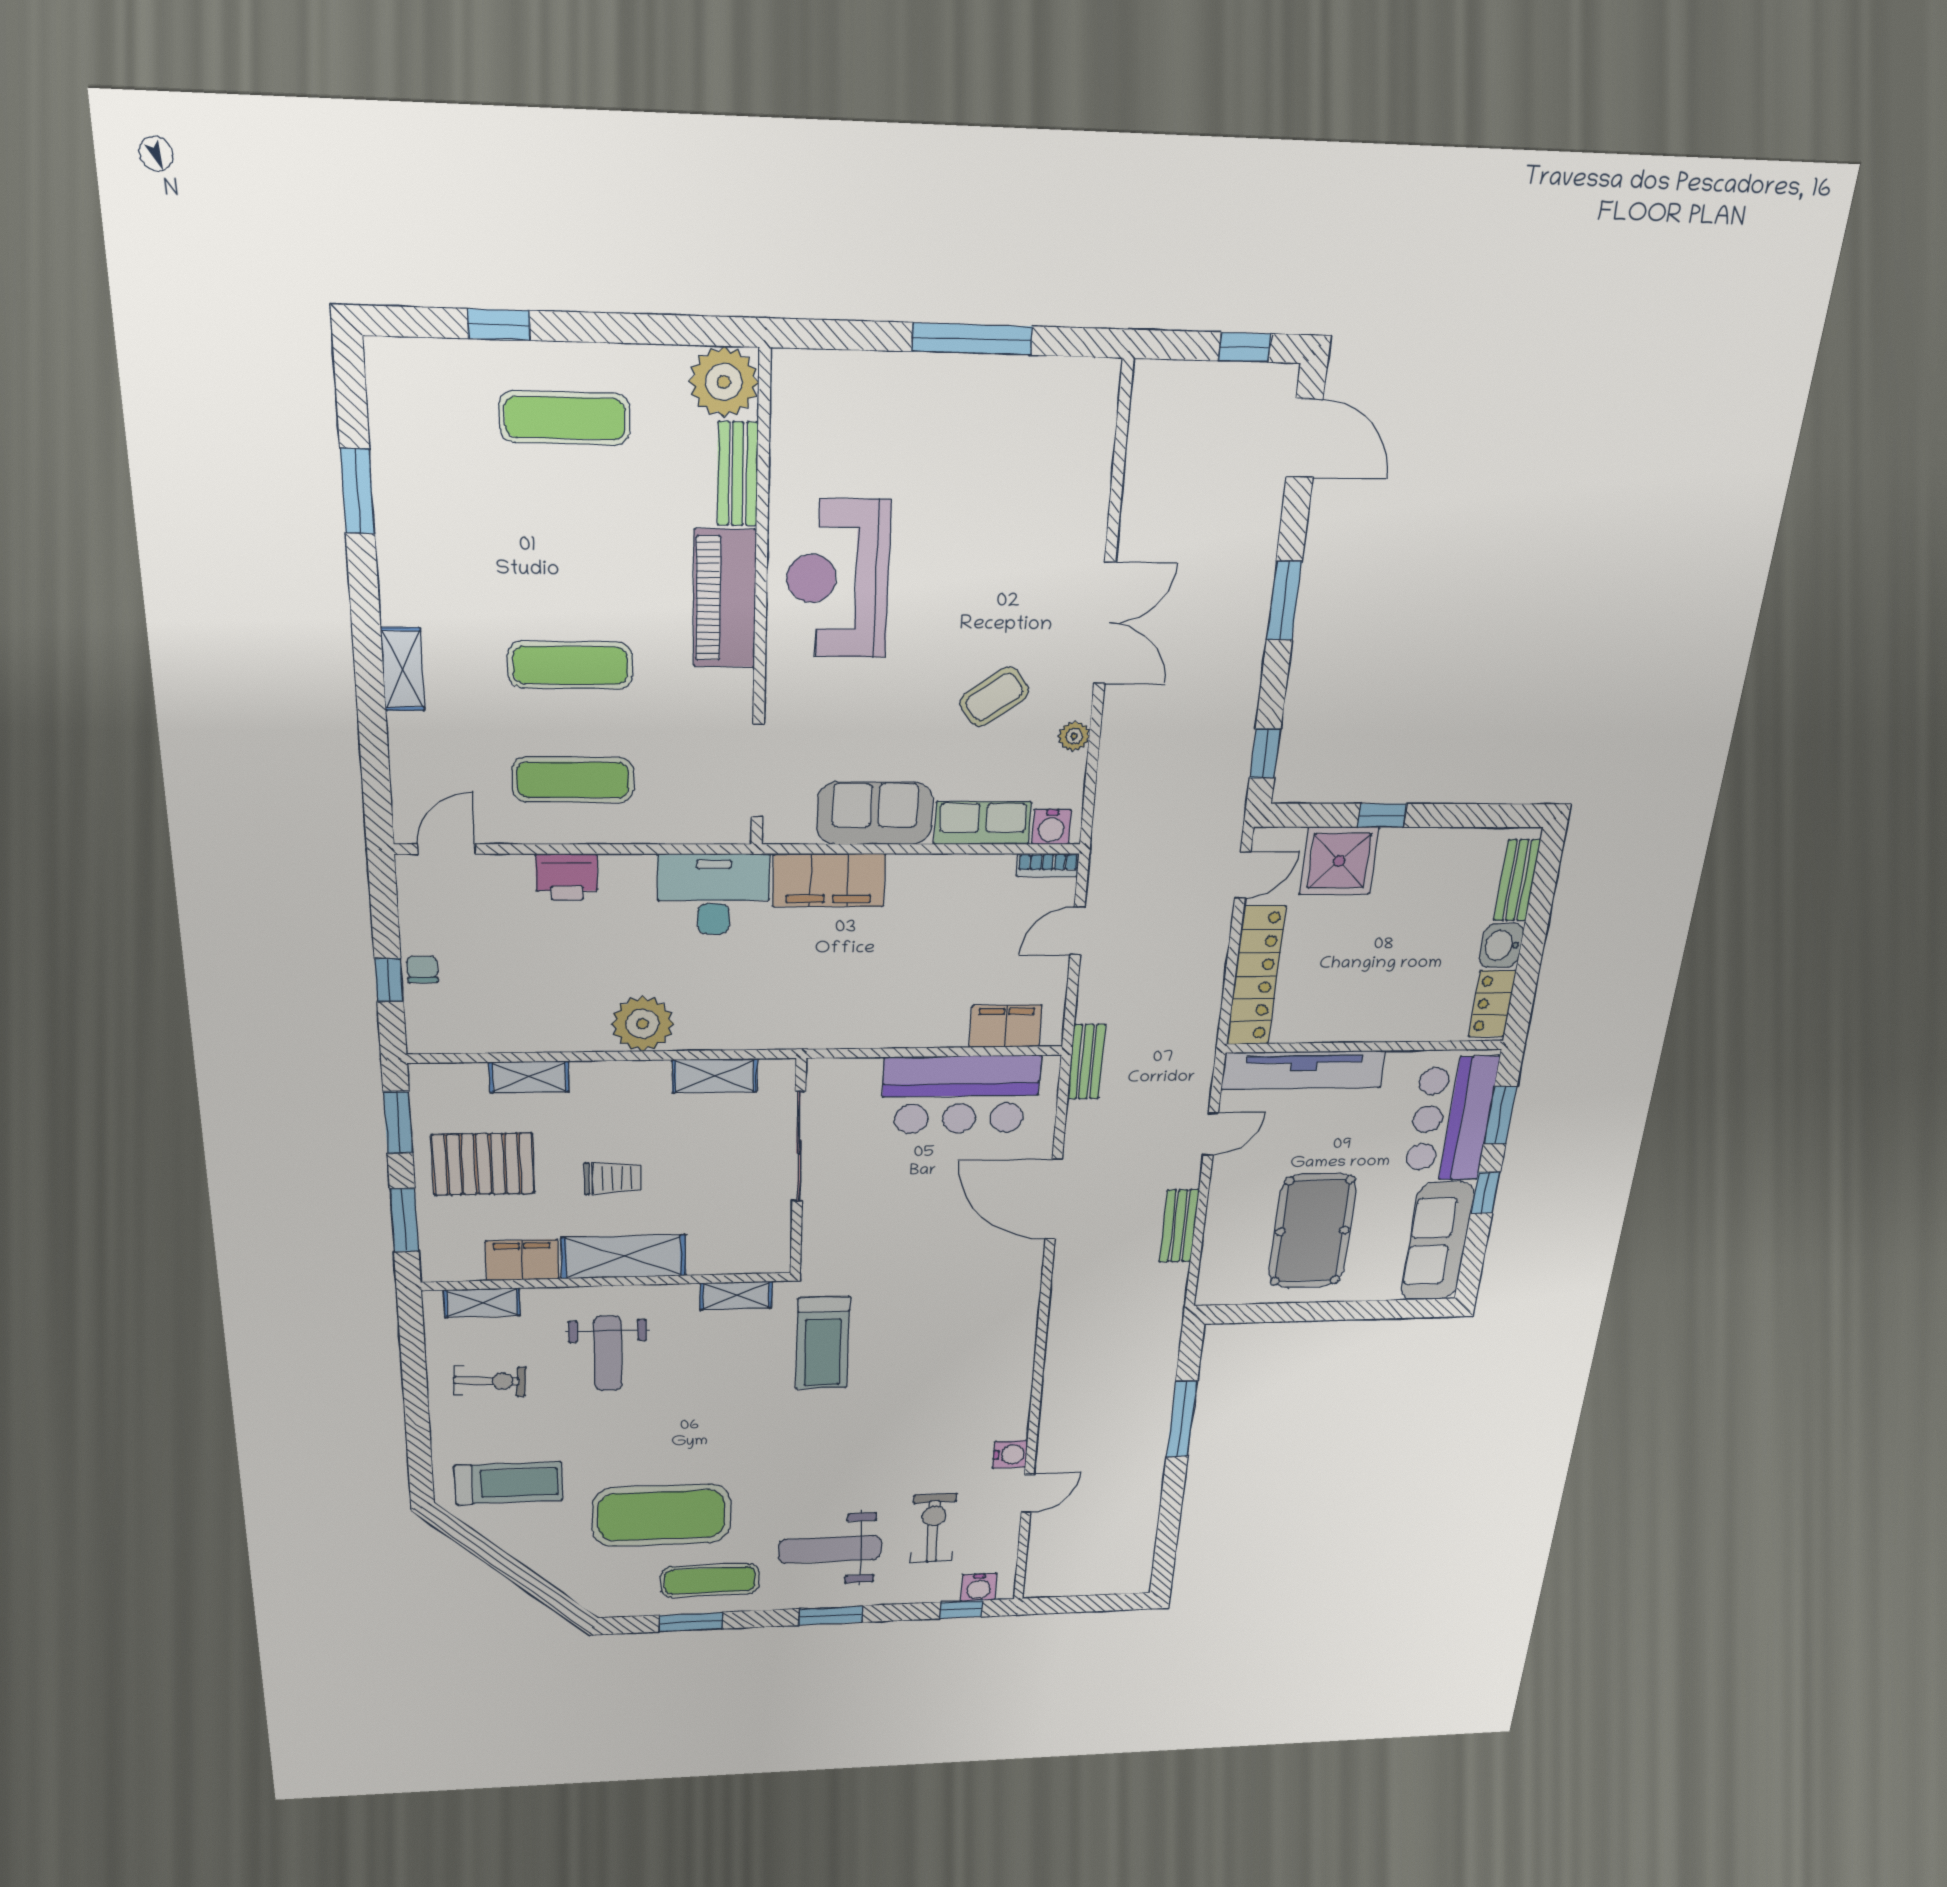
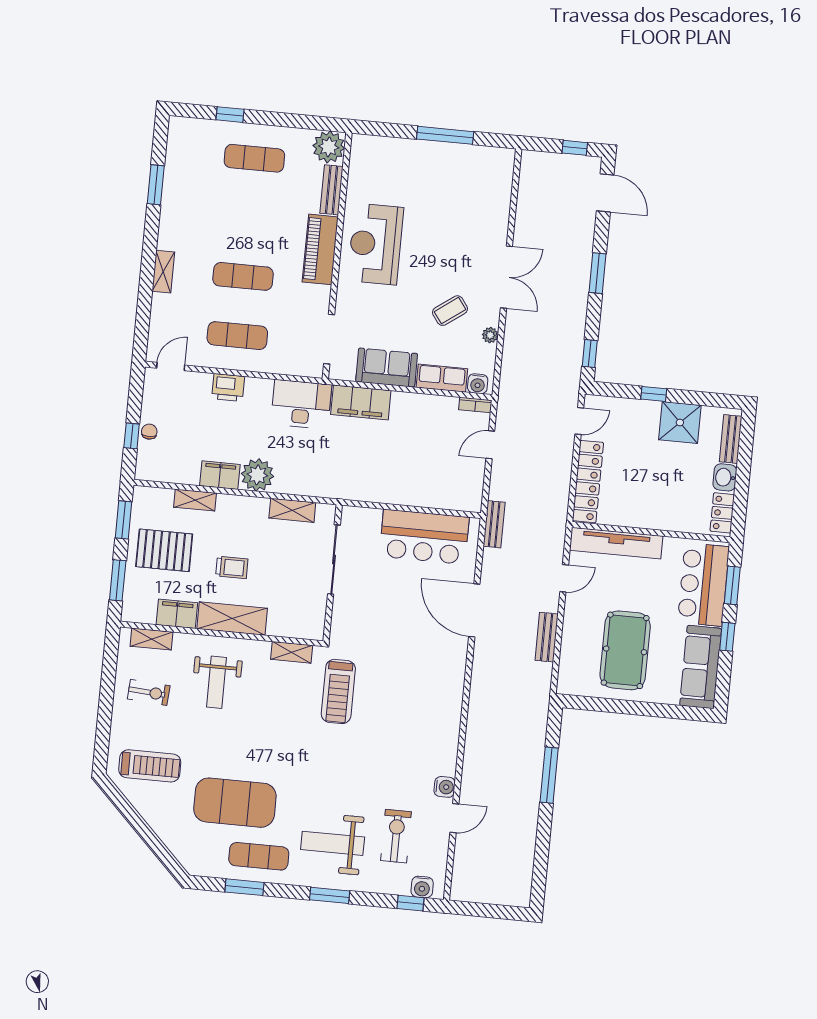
shower: (1339, 861) -> (680, 422), moved
filing cabinet: (1006, 1026) -> (220, 475), moved

